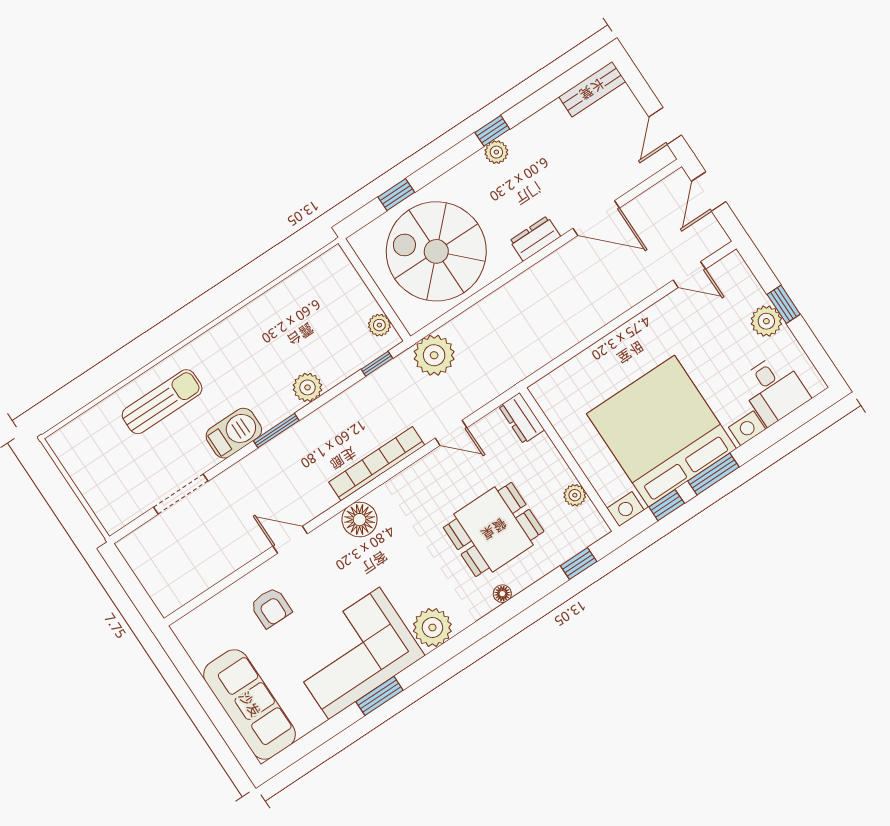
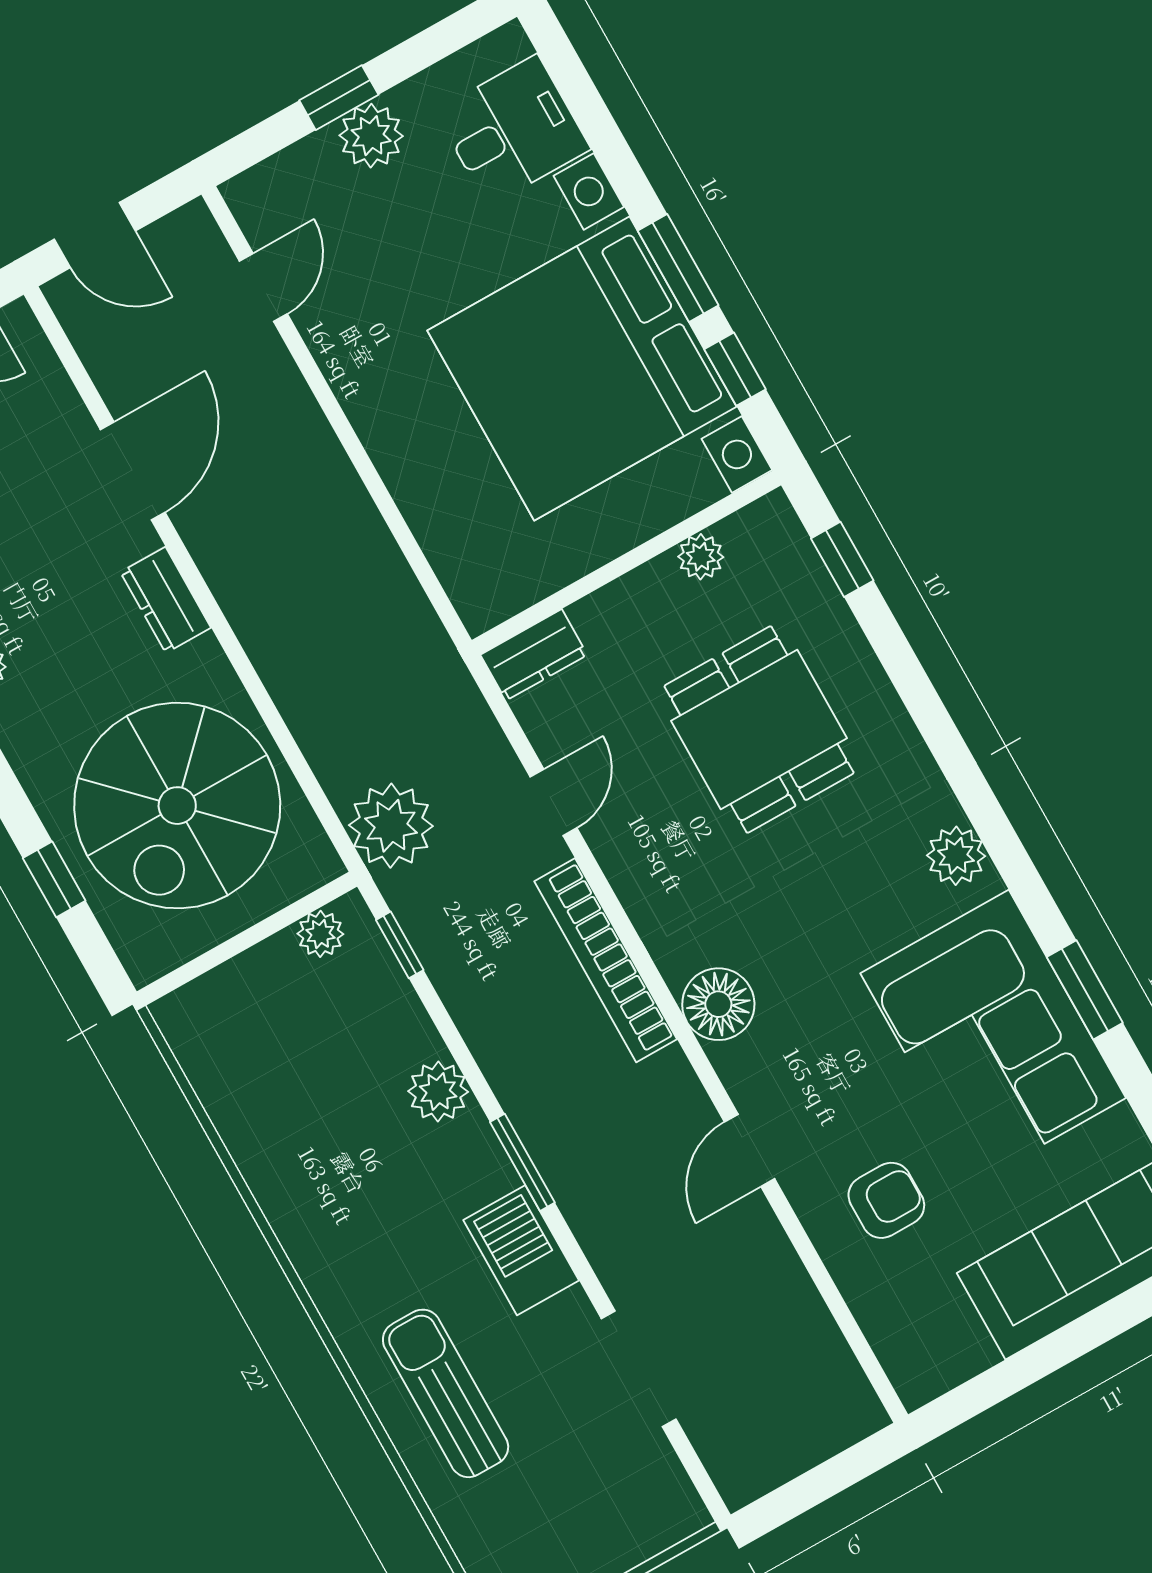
floor lamp: (502, 594) -> (893, 721), removed
plant: (432, 628) -> (956, 856), width x0.73, depth x0.73

